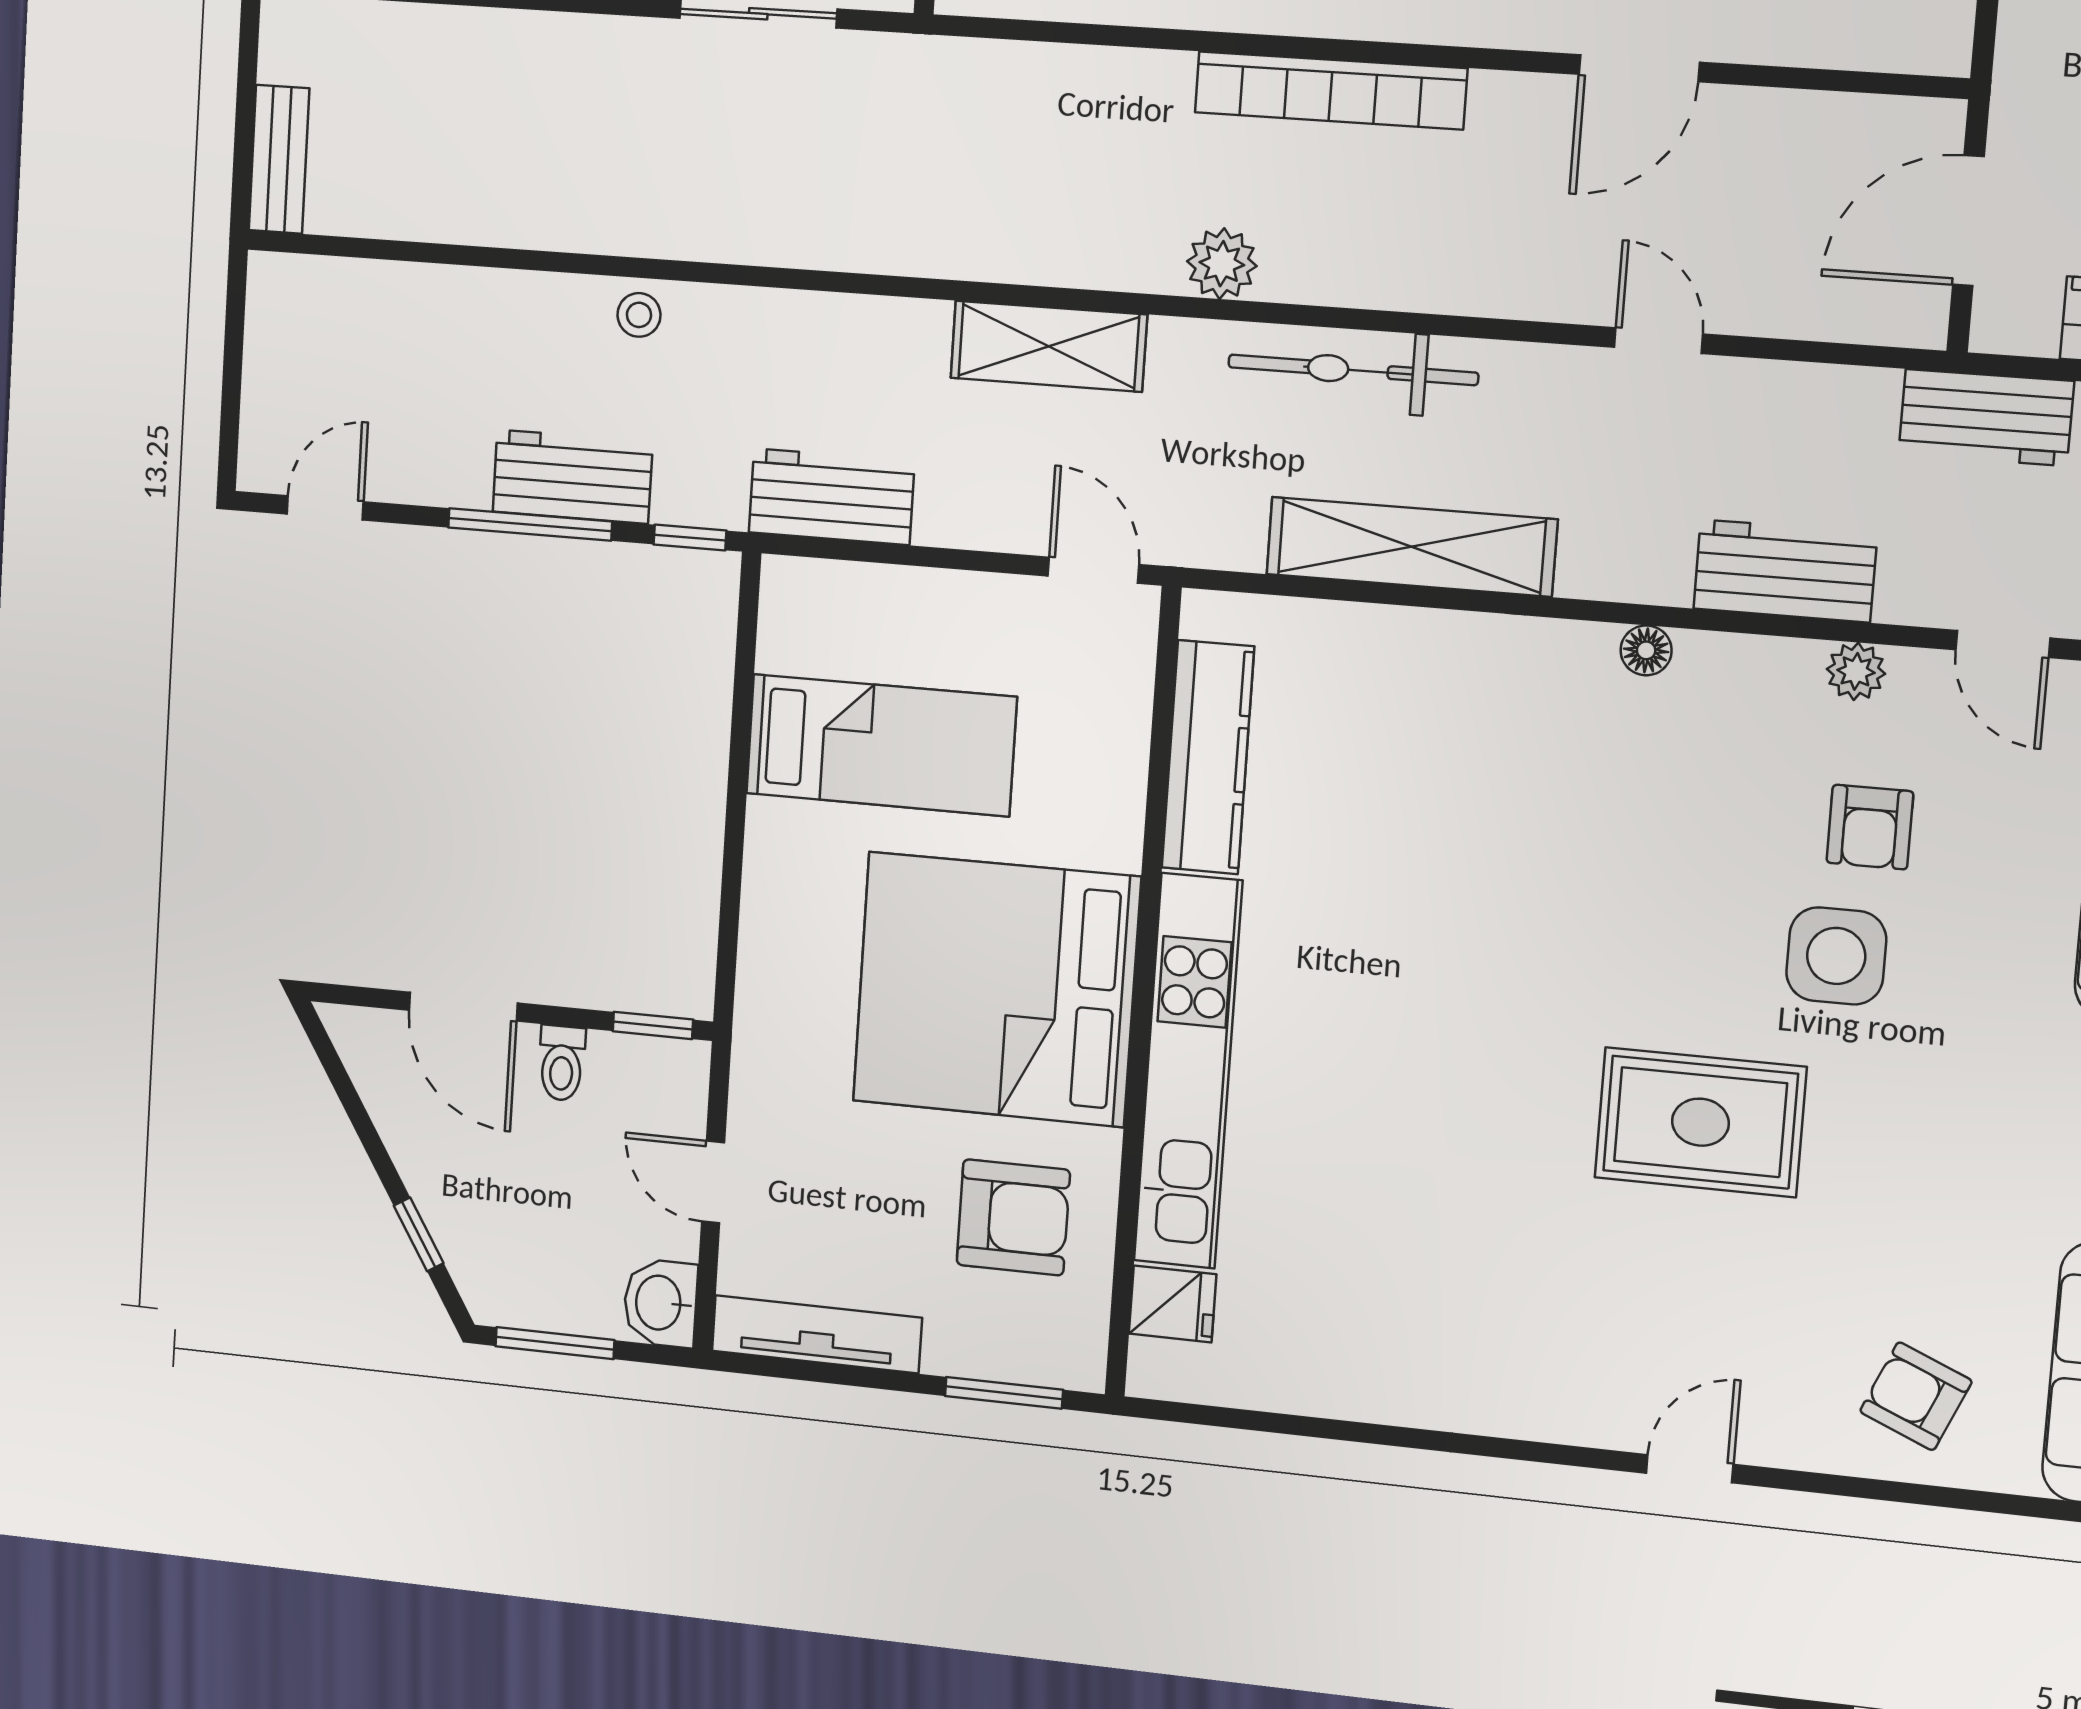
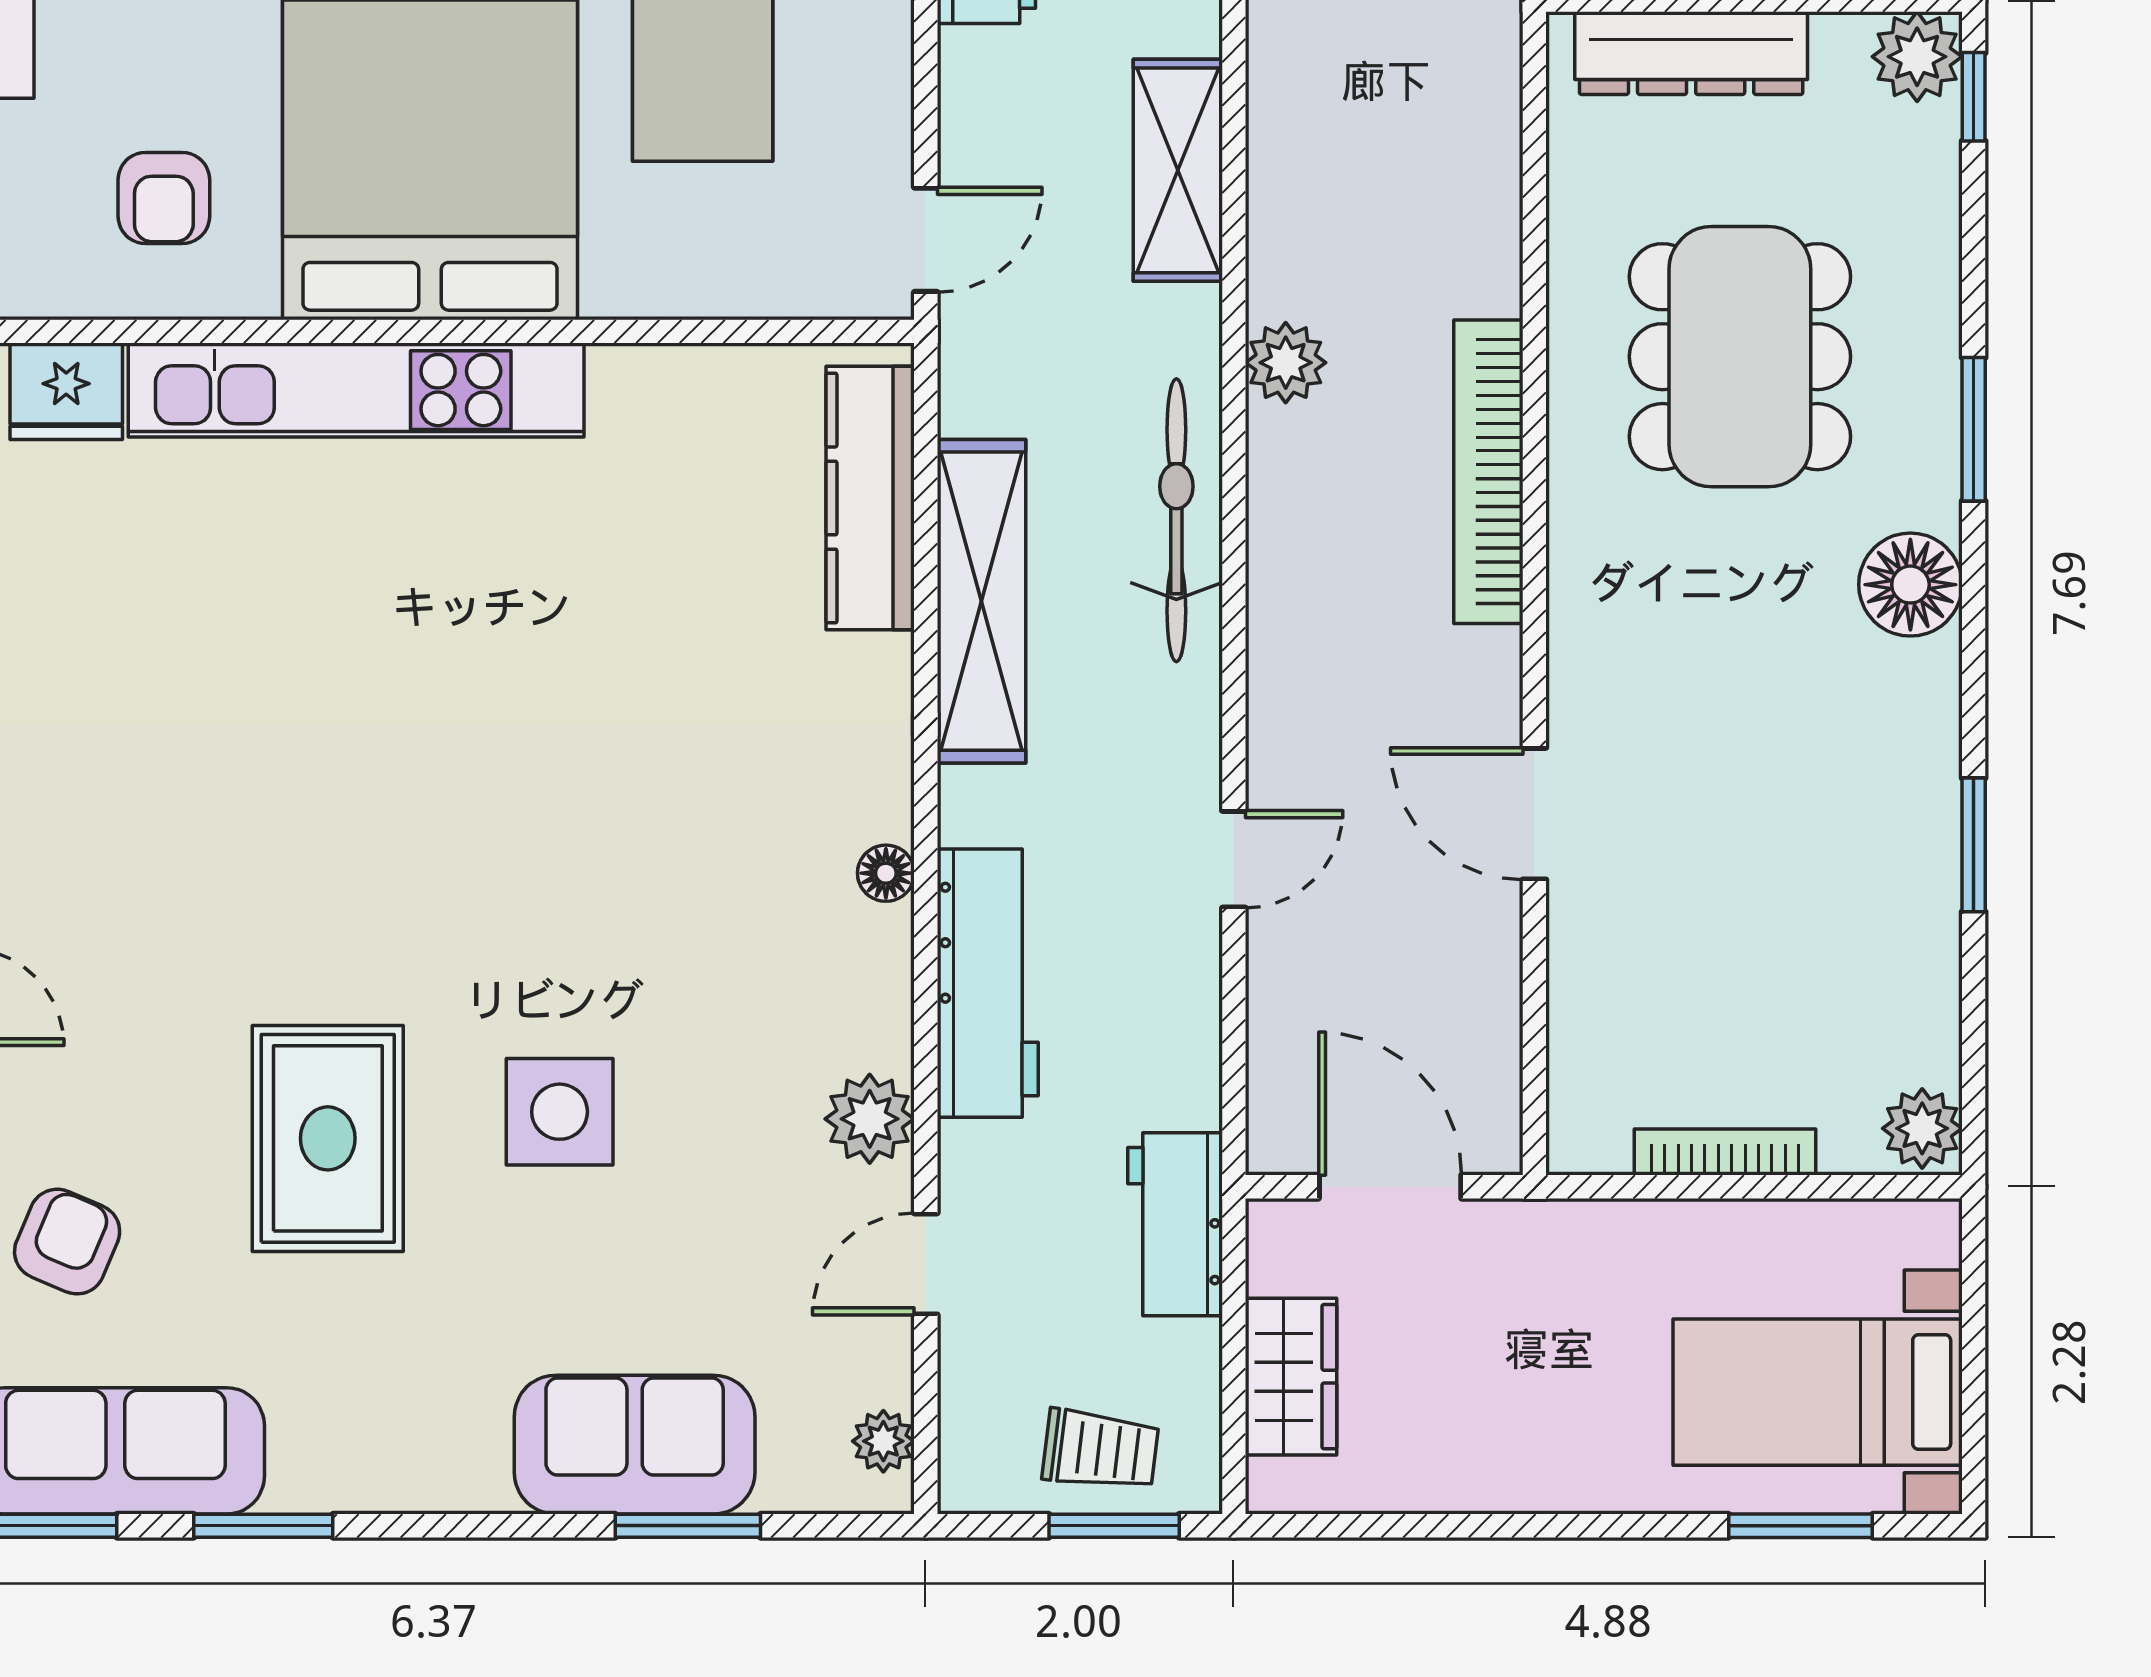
workbench: (1785, 571) -> (988, 983), width x1.38
plant: (1856, 671) -> (870, 1119), width x1.38, depth x1.38
kitchen counter: (1208, 757) -> (870, 498), moved, turned 90
armchair: (1870, 827) -> (708, 1137), removed
rug: (1700, 1122) -> (328, 1138), moved
armchair: (1013, 1217) -> (164, 198), width x0.72, depth x0.72
fridge: (1173, 1304) -> (66, 391), width x1.38

